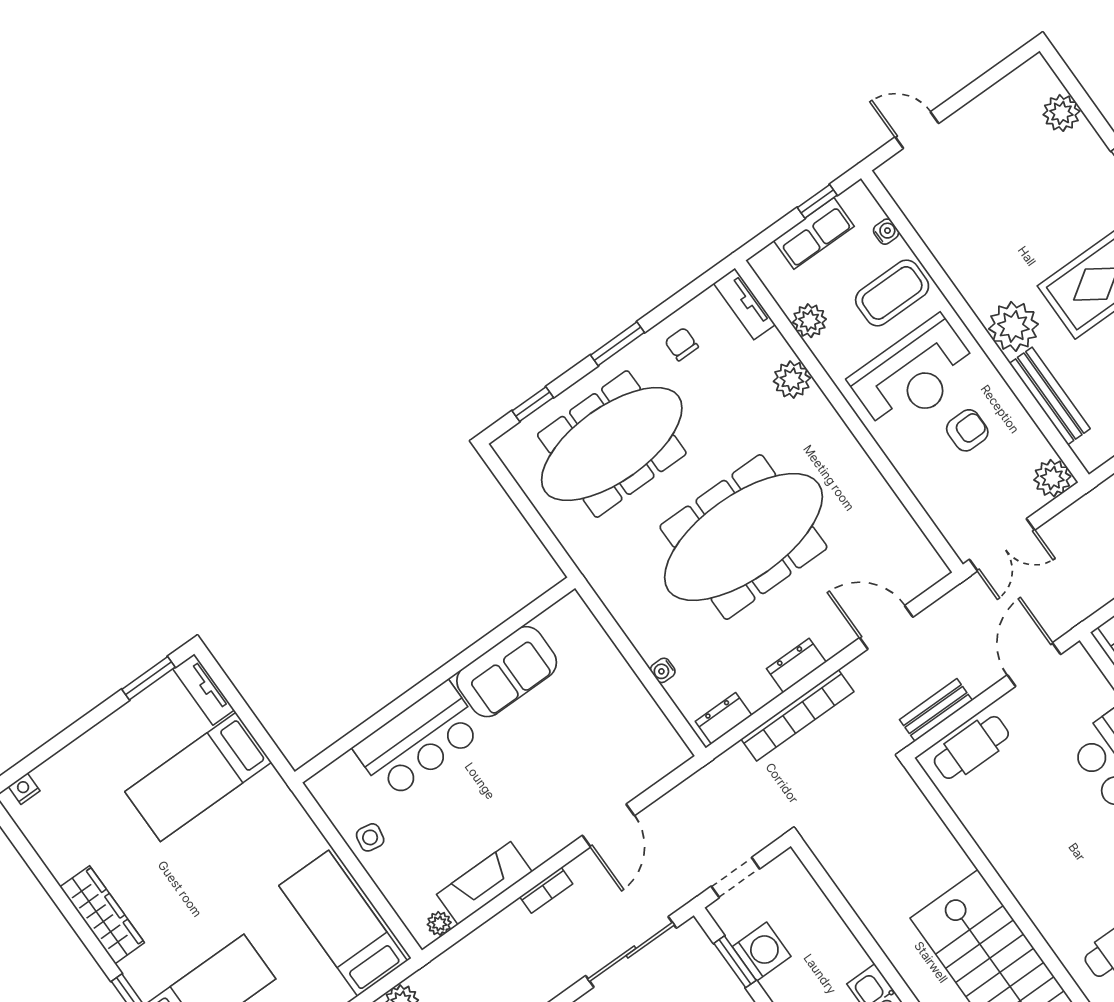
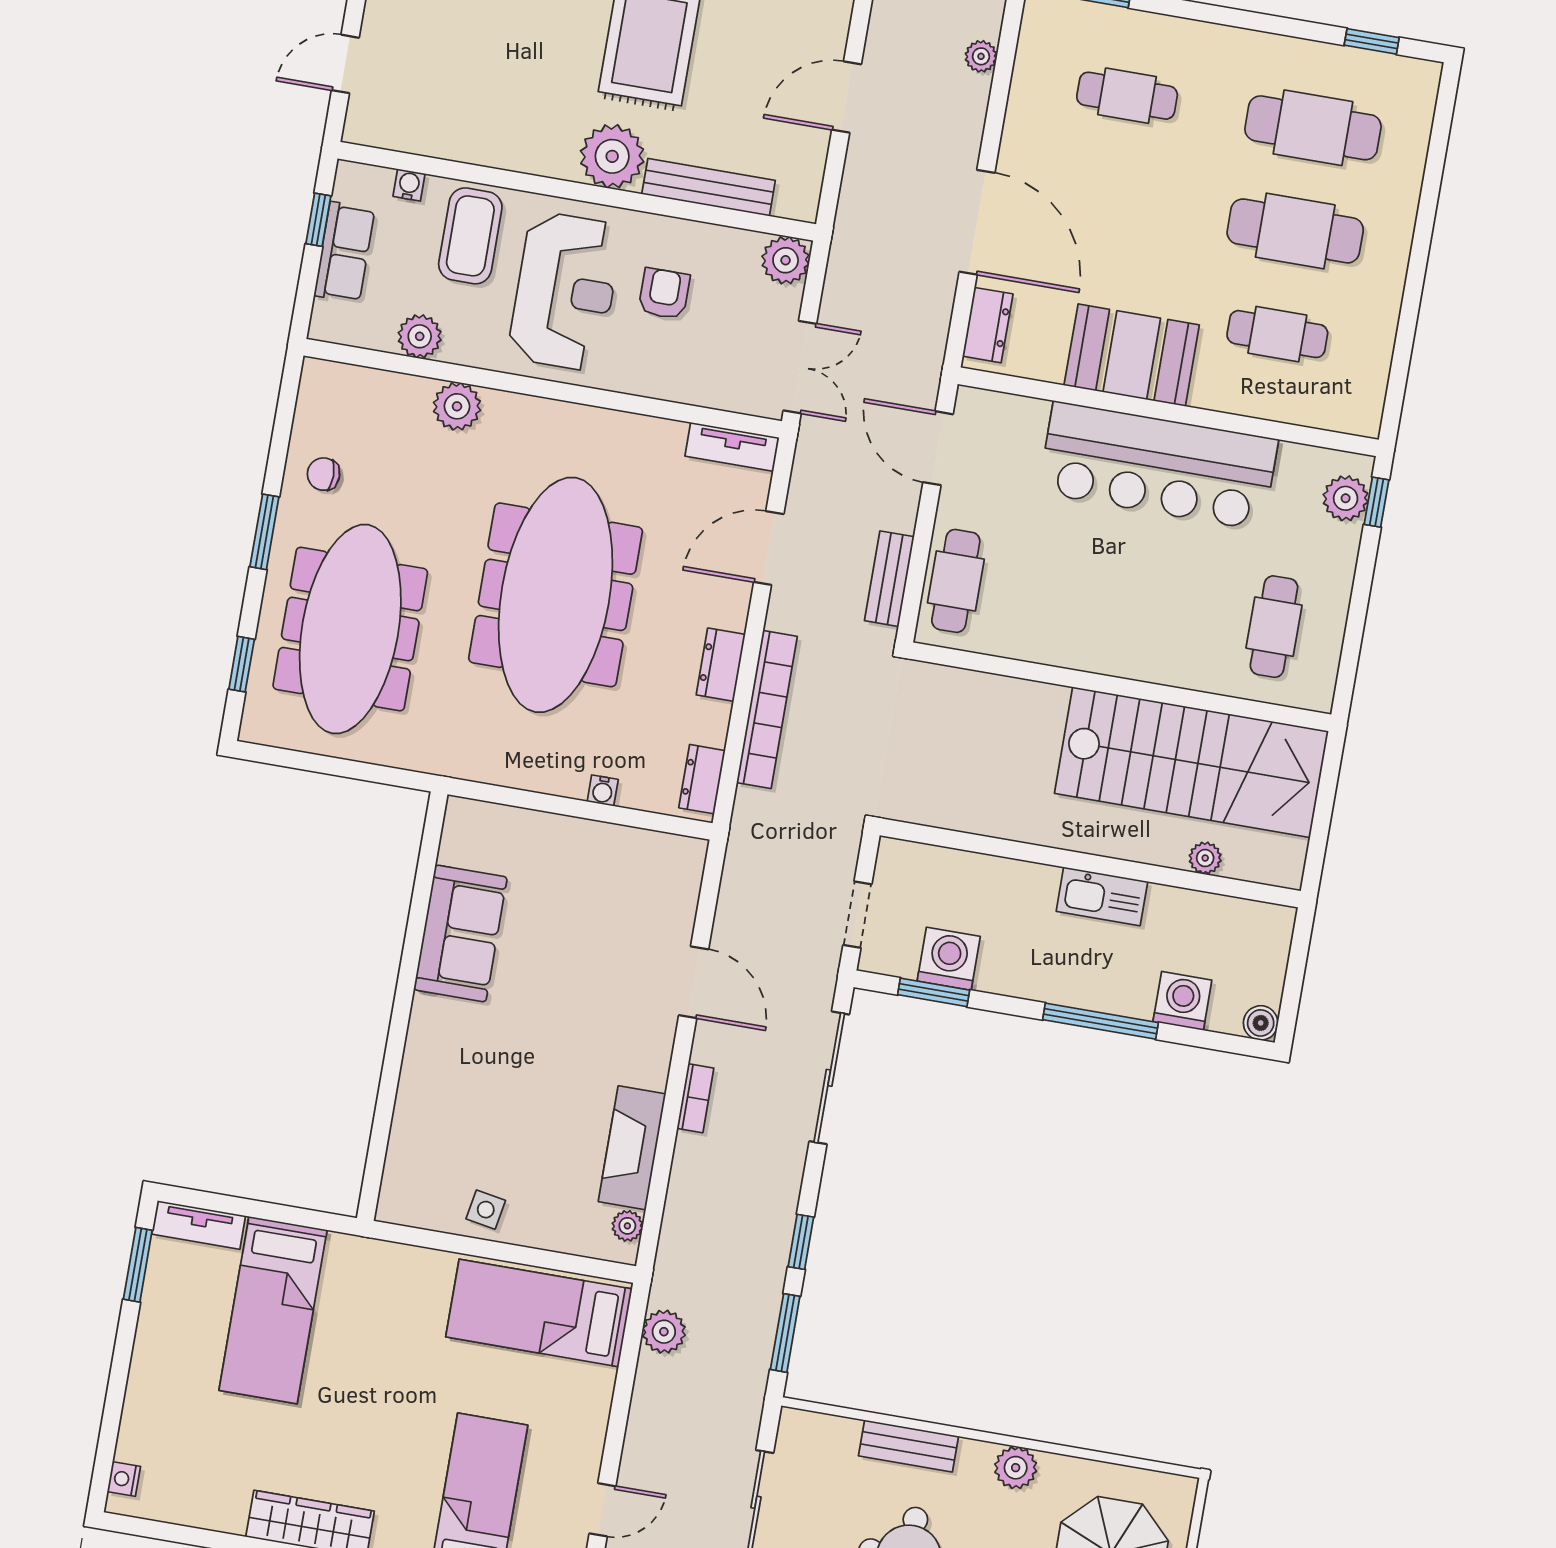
tv unit: (744, 304) -> (732, 447), moved
bar counter: (419, 740) -> (442, 1076), removed

